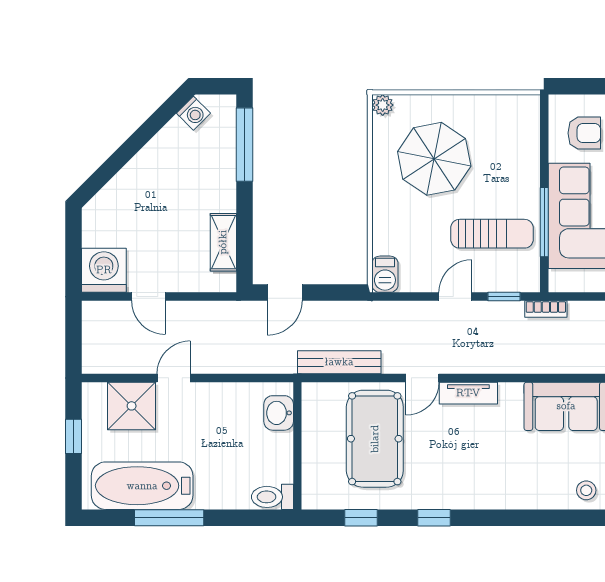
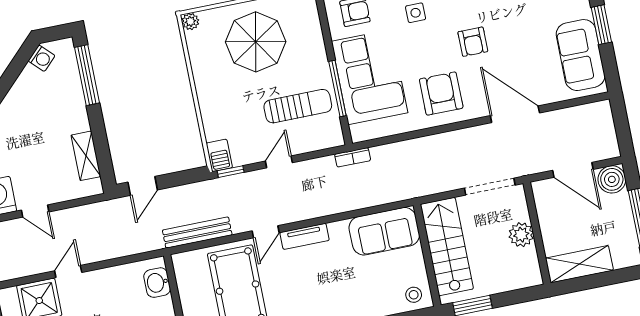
parasol: (434, 159) -> (256, 42), moved
window: (504, 297) -> (231, 172), moved

